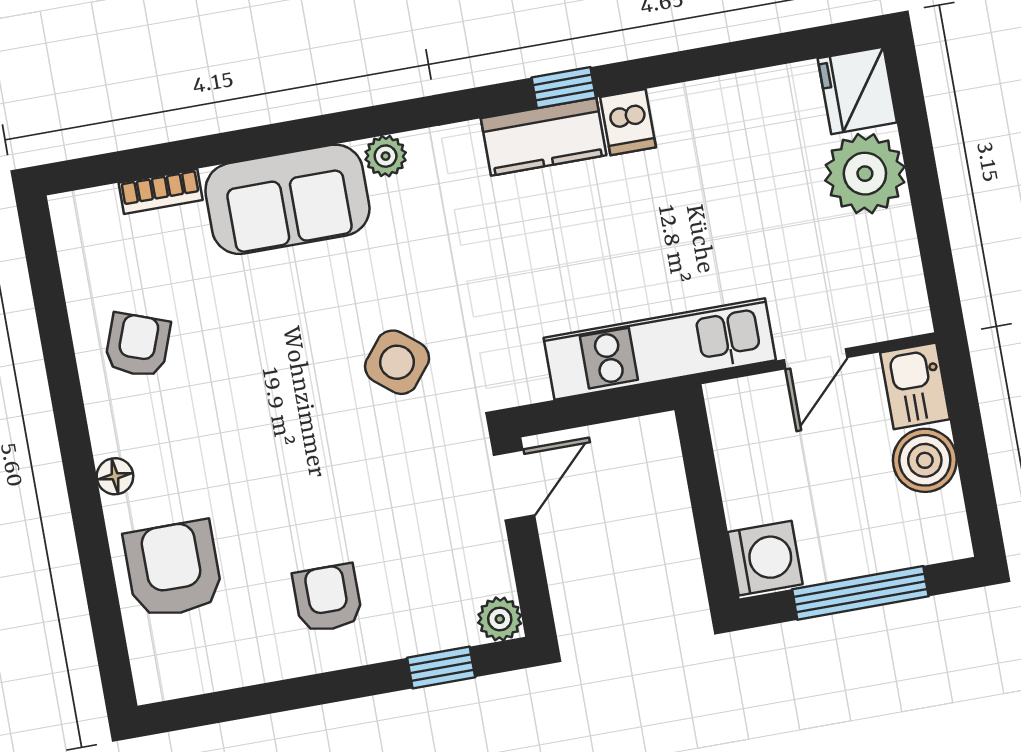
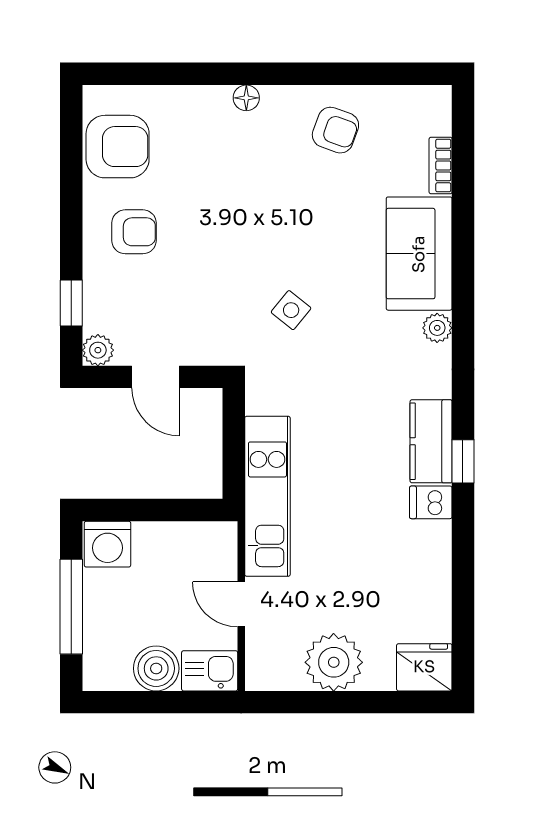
plant: (865, 174) -> (334, 662), moved
side table: (397, 362) -> (291, 310), width x0.73, depth x0.73
door: (514, 485) -> (156, 377), moved
armchair: (173, 569) -> (118, 147), moved

